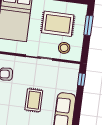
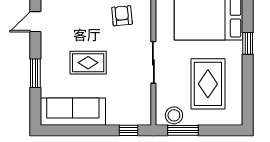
window: (88, 25) -> (183, 130), moved
stool: (64, 48) -> (174, 115), moved

